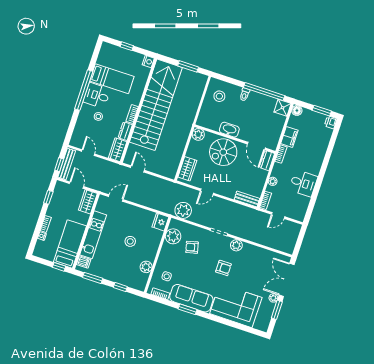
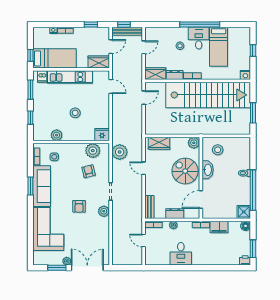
stool: (219, 96) -> (218, 150), moved
dresser: (267, 160) -> (175, 214), moved

